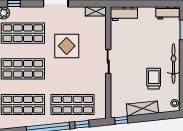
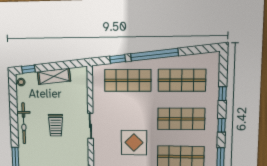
trolley: (154, 79) -> (56, 125), moved
window: (121, 120) -> (28, 69), moved

